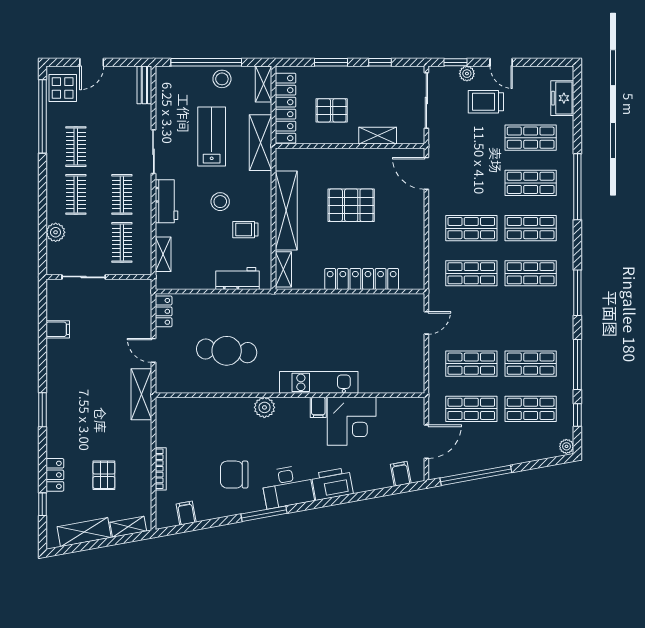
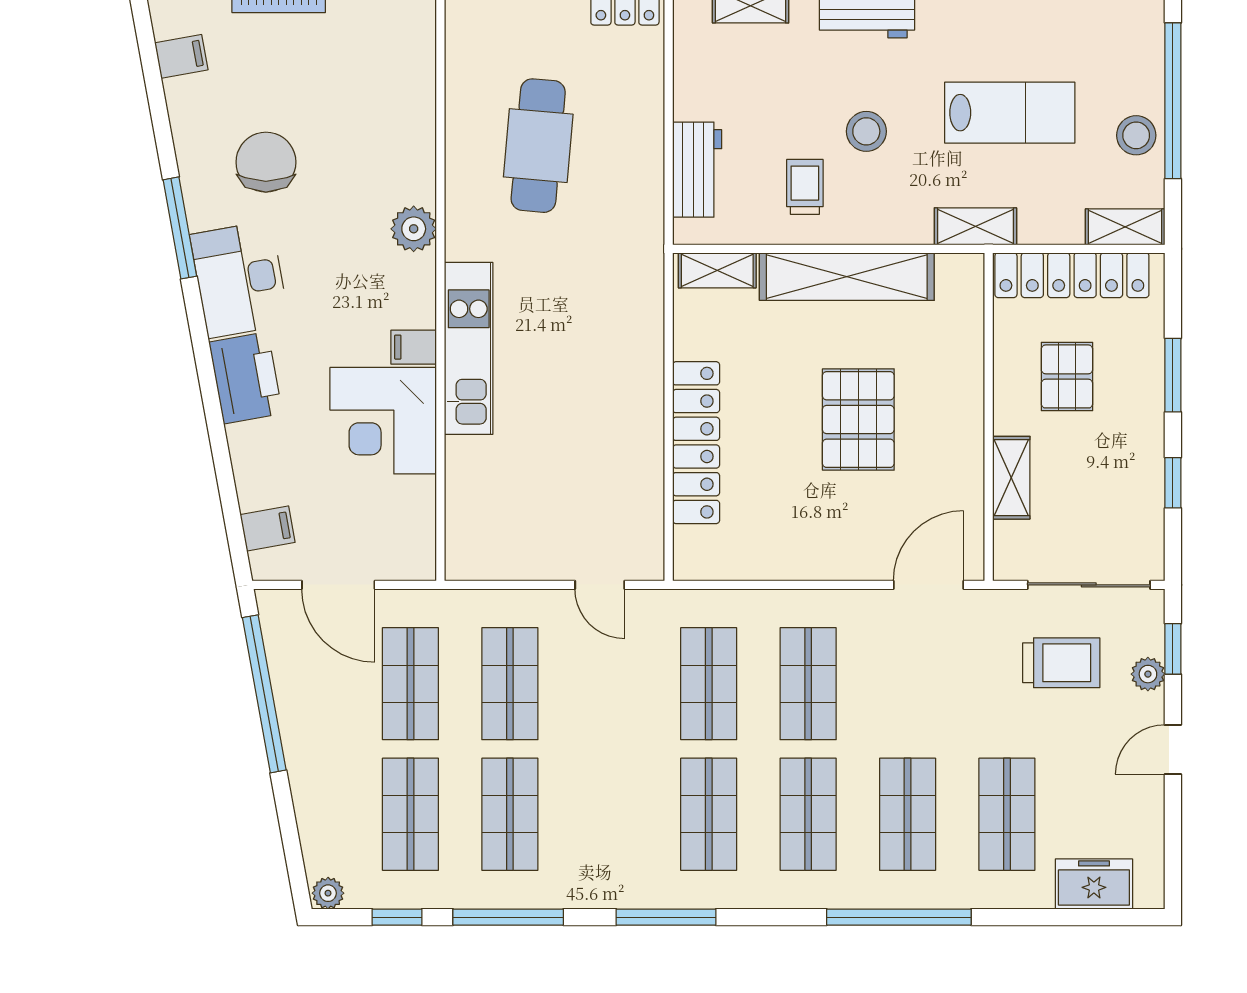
trolley: (486, 102) -> (1061, 663), moved, turned 90
shelving: (260, 143) -> (975, 226), width x0.67, depth x0.75

